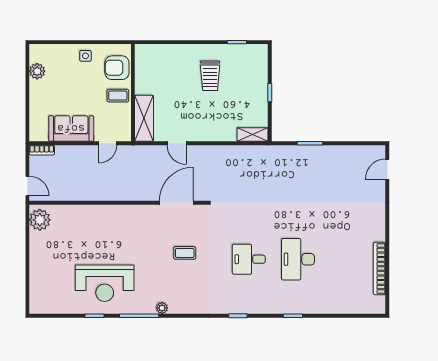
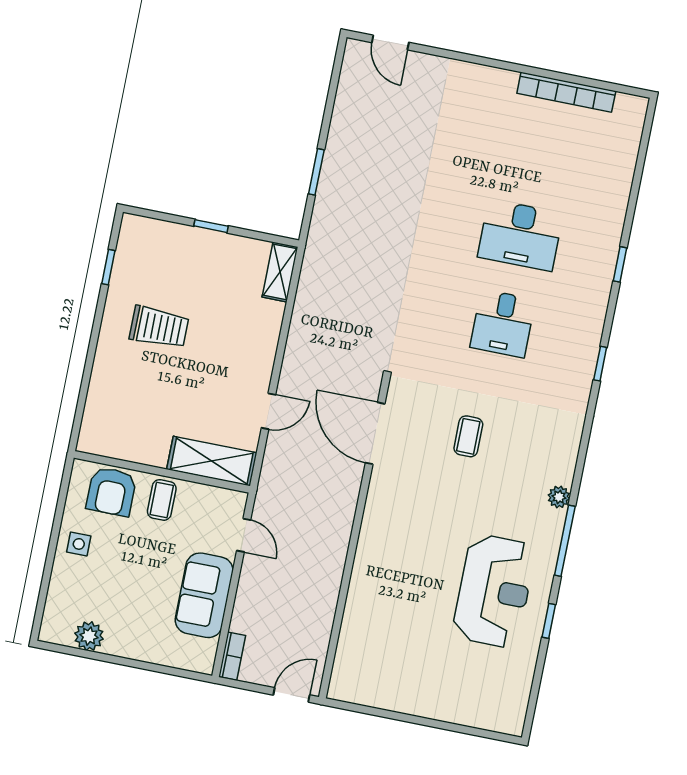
plant: (40, 220) -> (357, 685), removed

